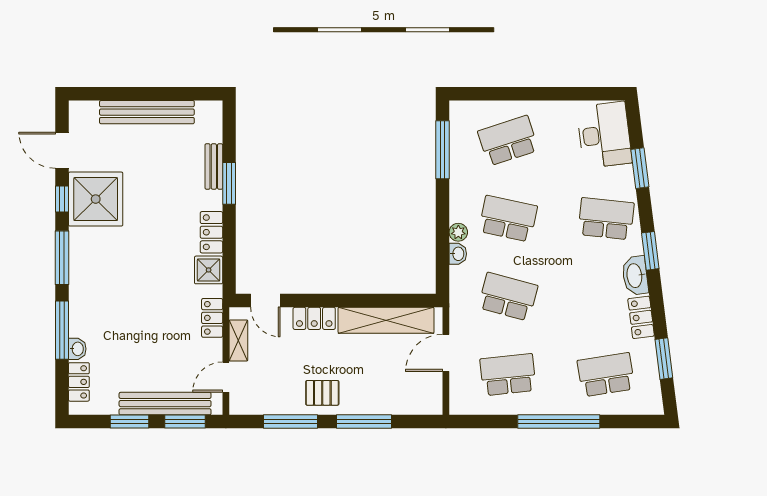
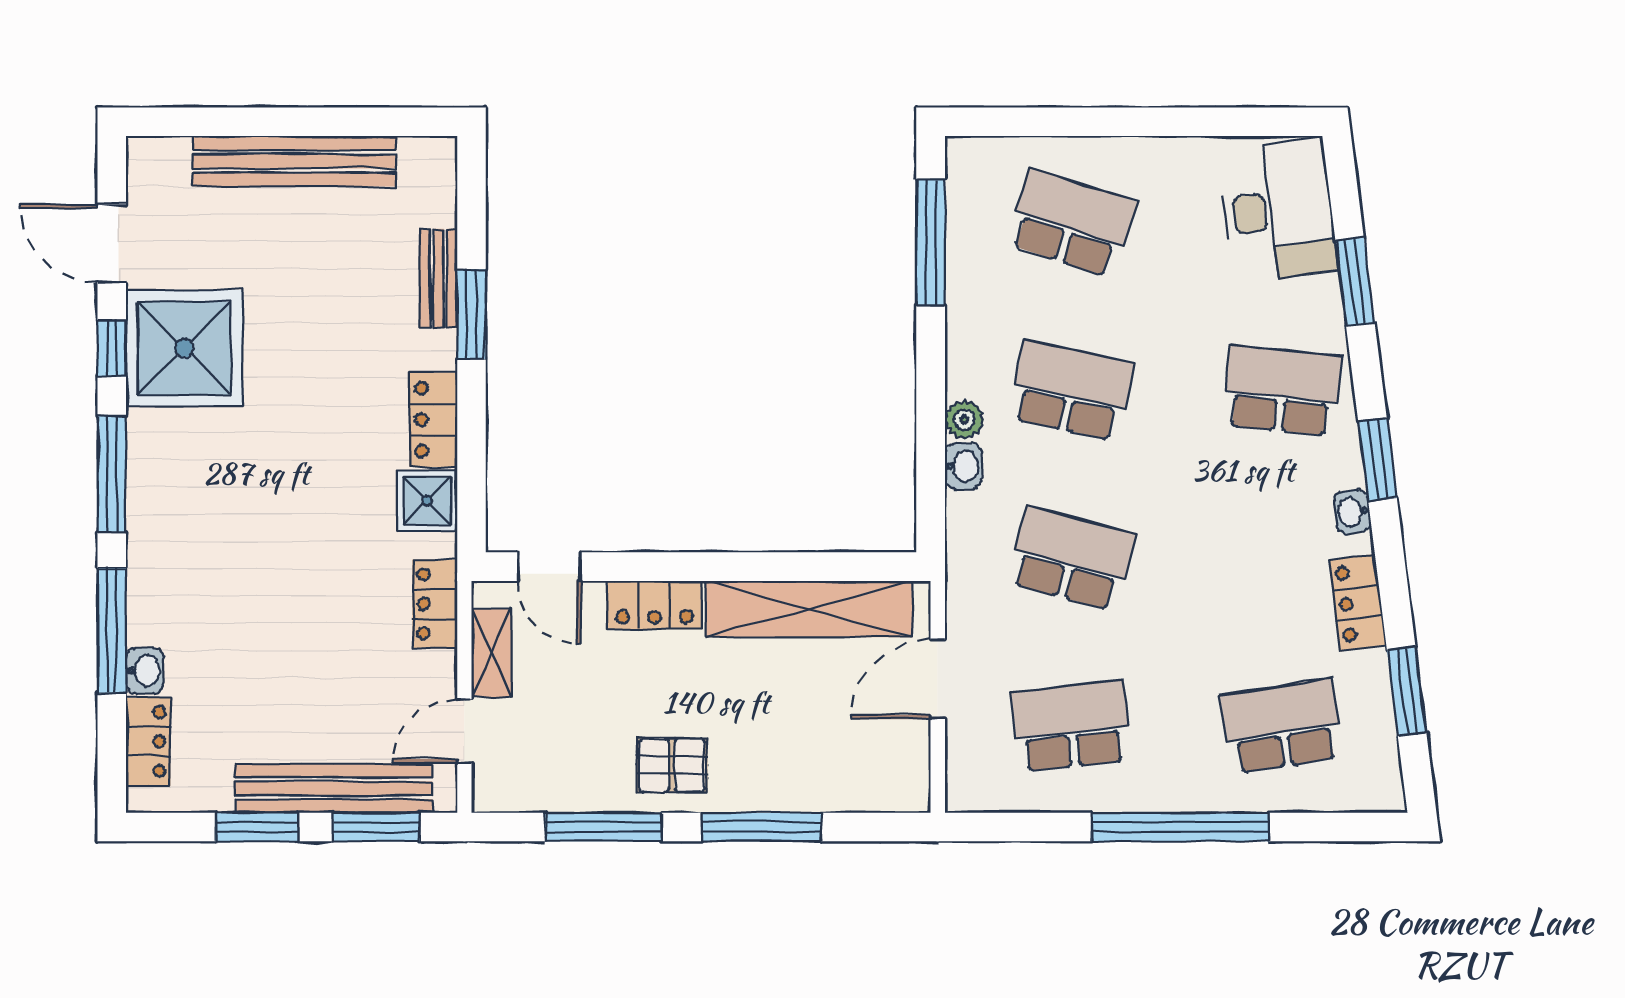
school desk: (508, 141) -> (1071, 223), turned 36
washbasin: (635, 276) -> (1352, 512), width x0.52, depth x0.69

